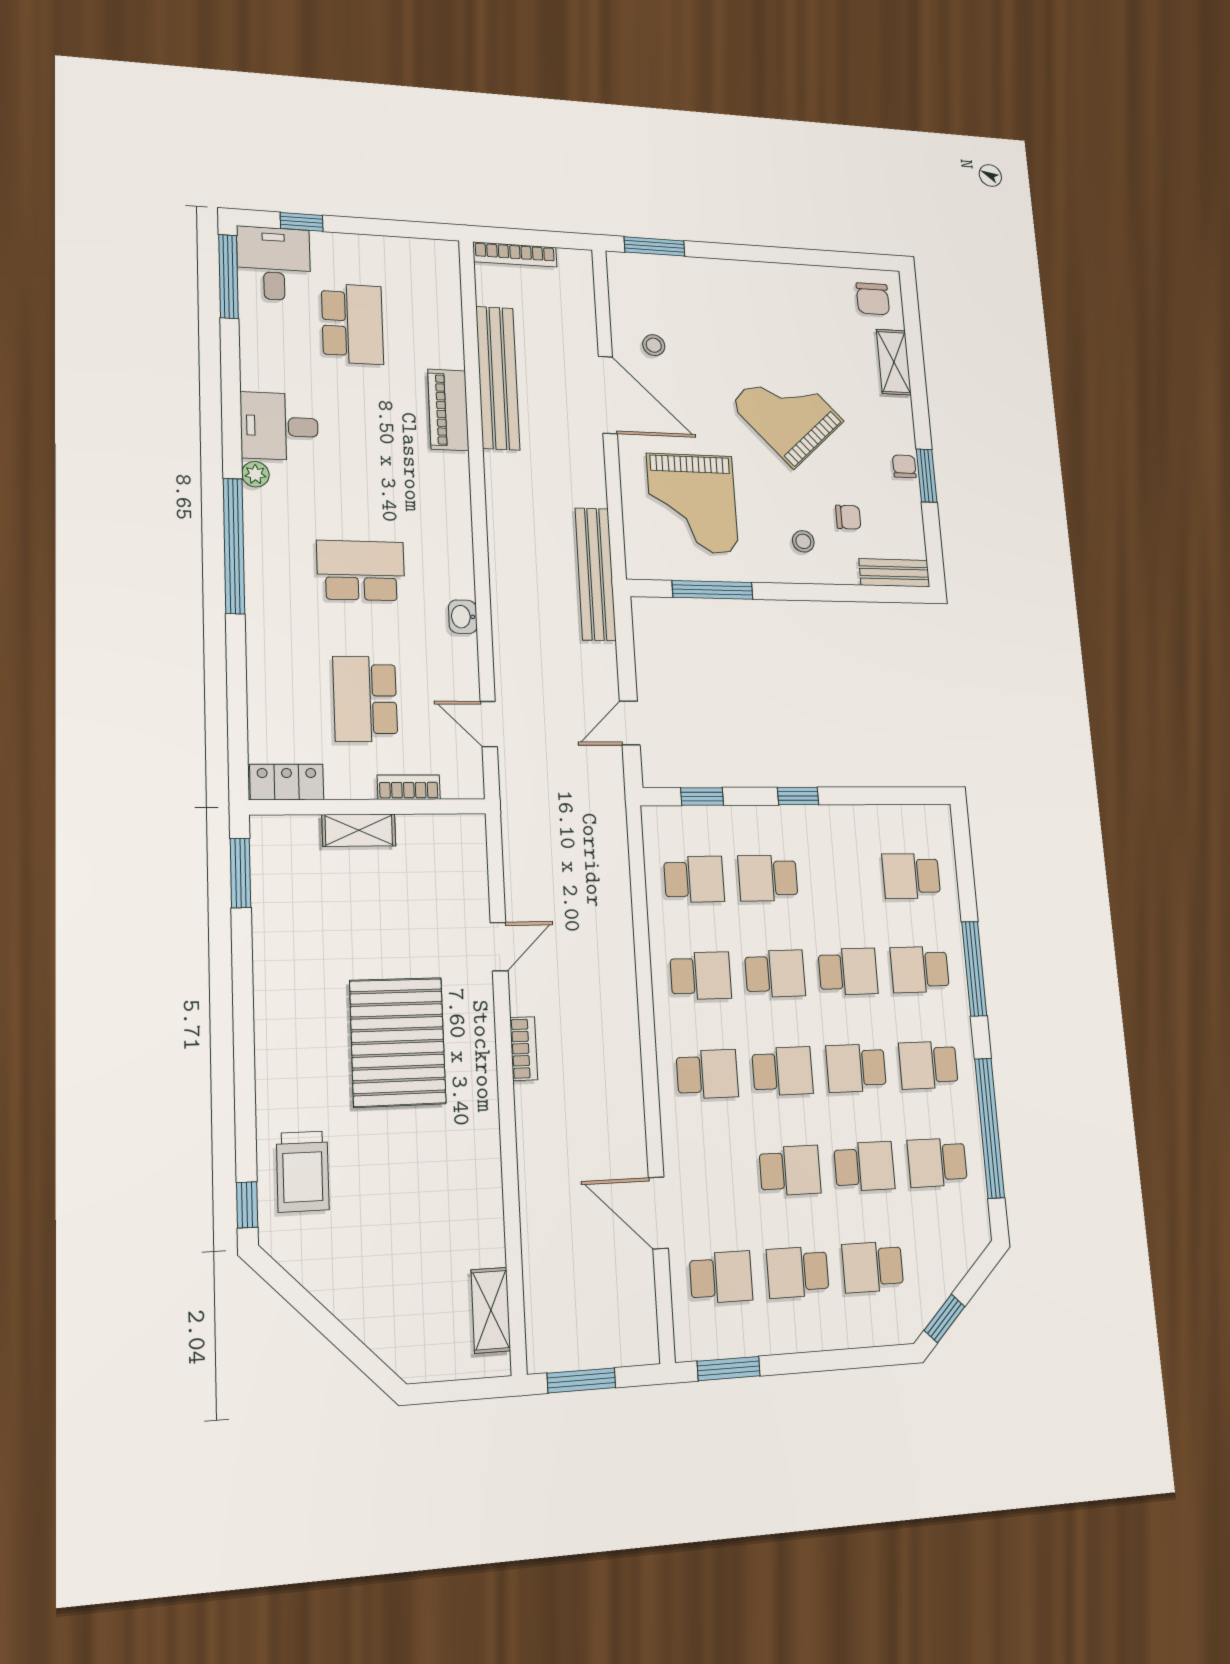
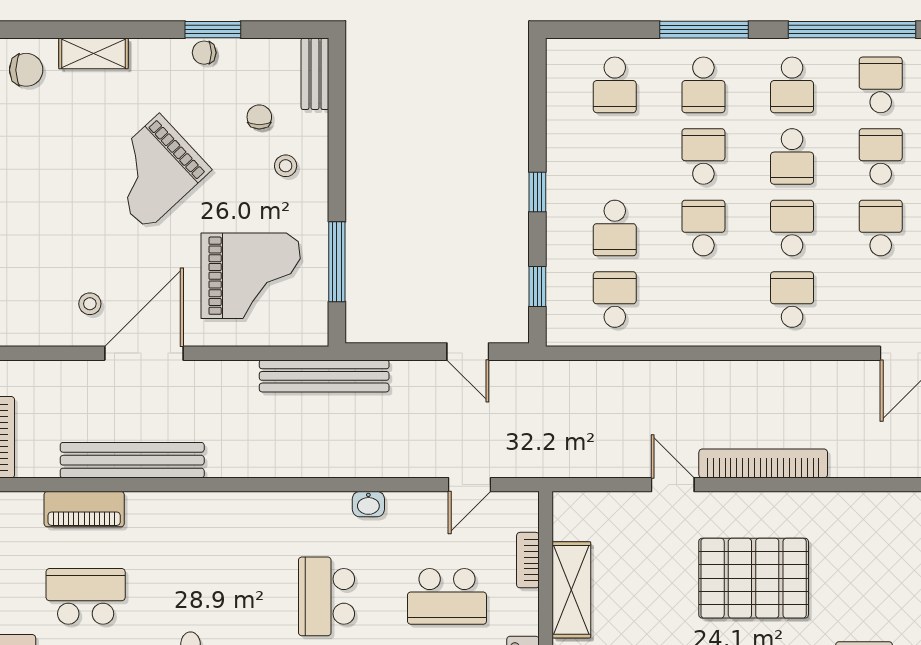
piano: (448, 410) -> (84, 509), moved
shelving: (359, 830) -> (571, 590), width x1.50, depth x1.33
school desk: (701, 976) -> (703, 300), removed
bookcase: (524, 1049) -> (763, 464), width x2.31, depth x1.31
school desk: (937, 1162) -> (881, 85), turned 180

